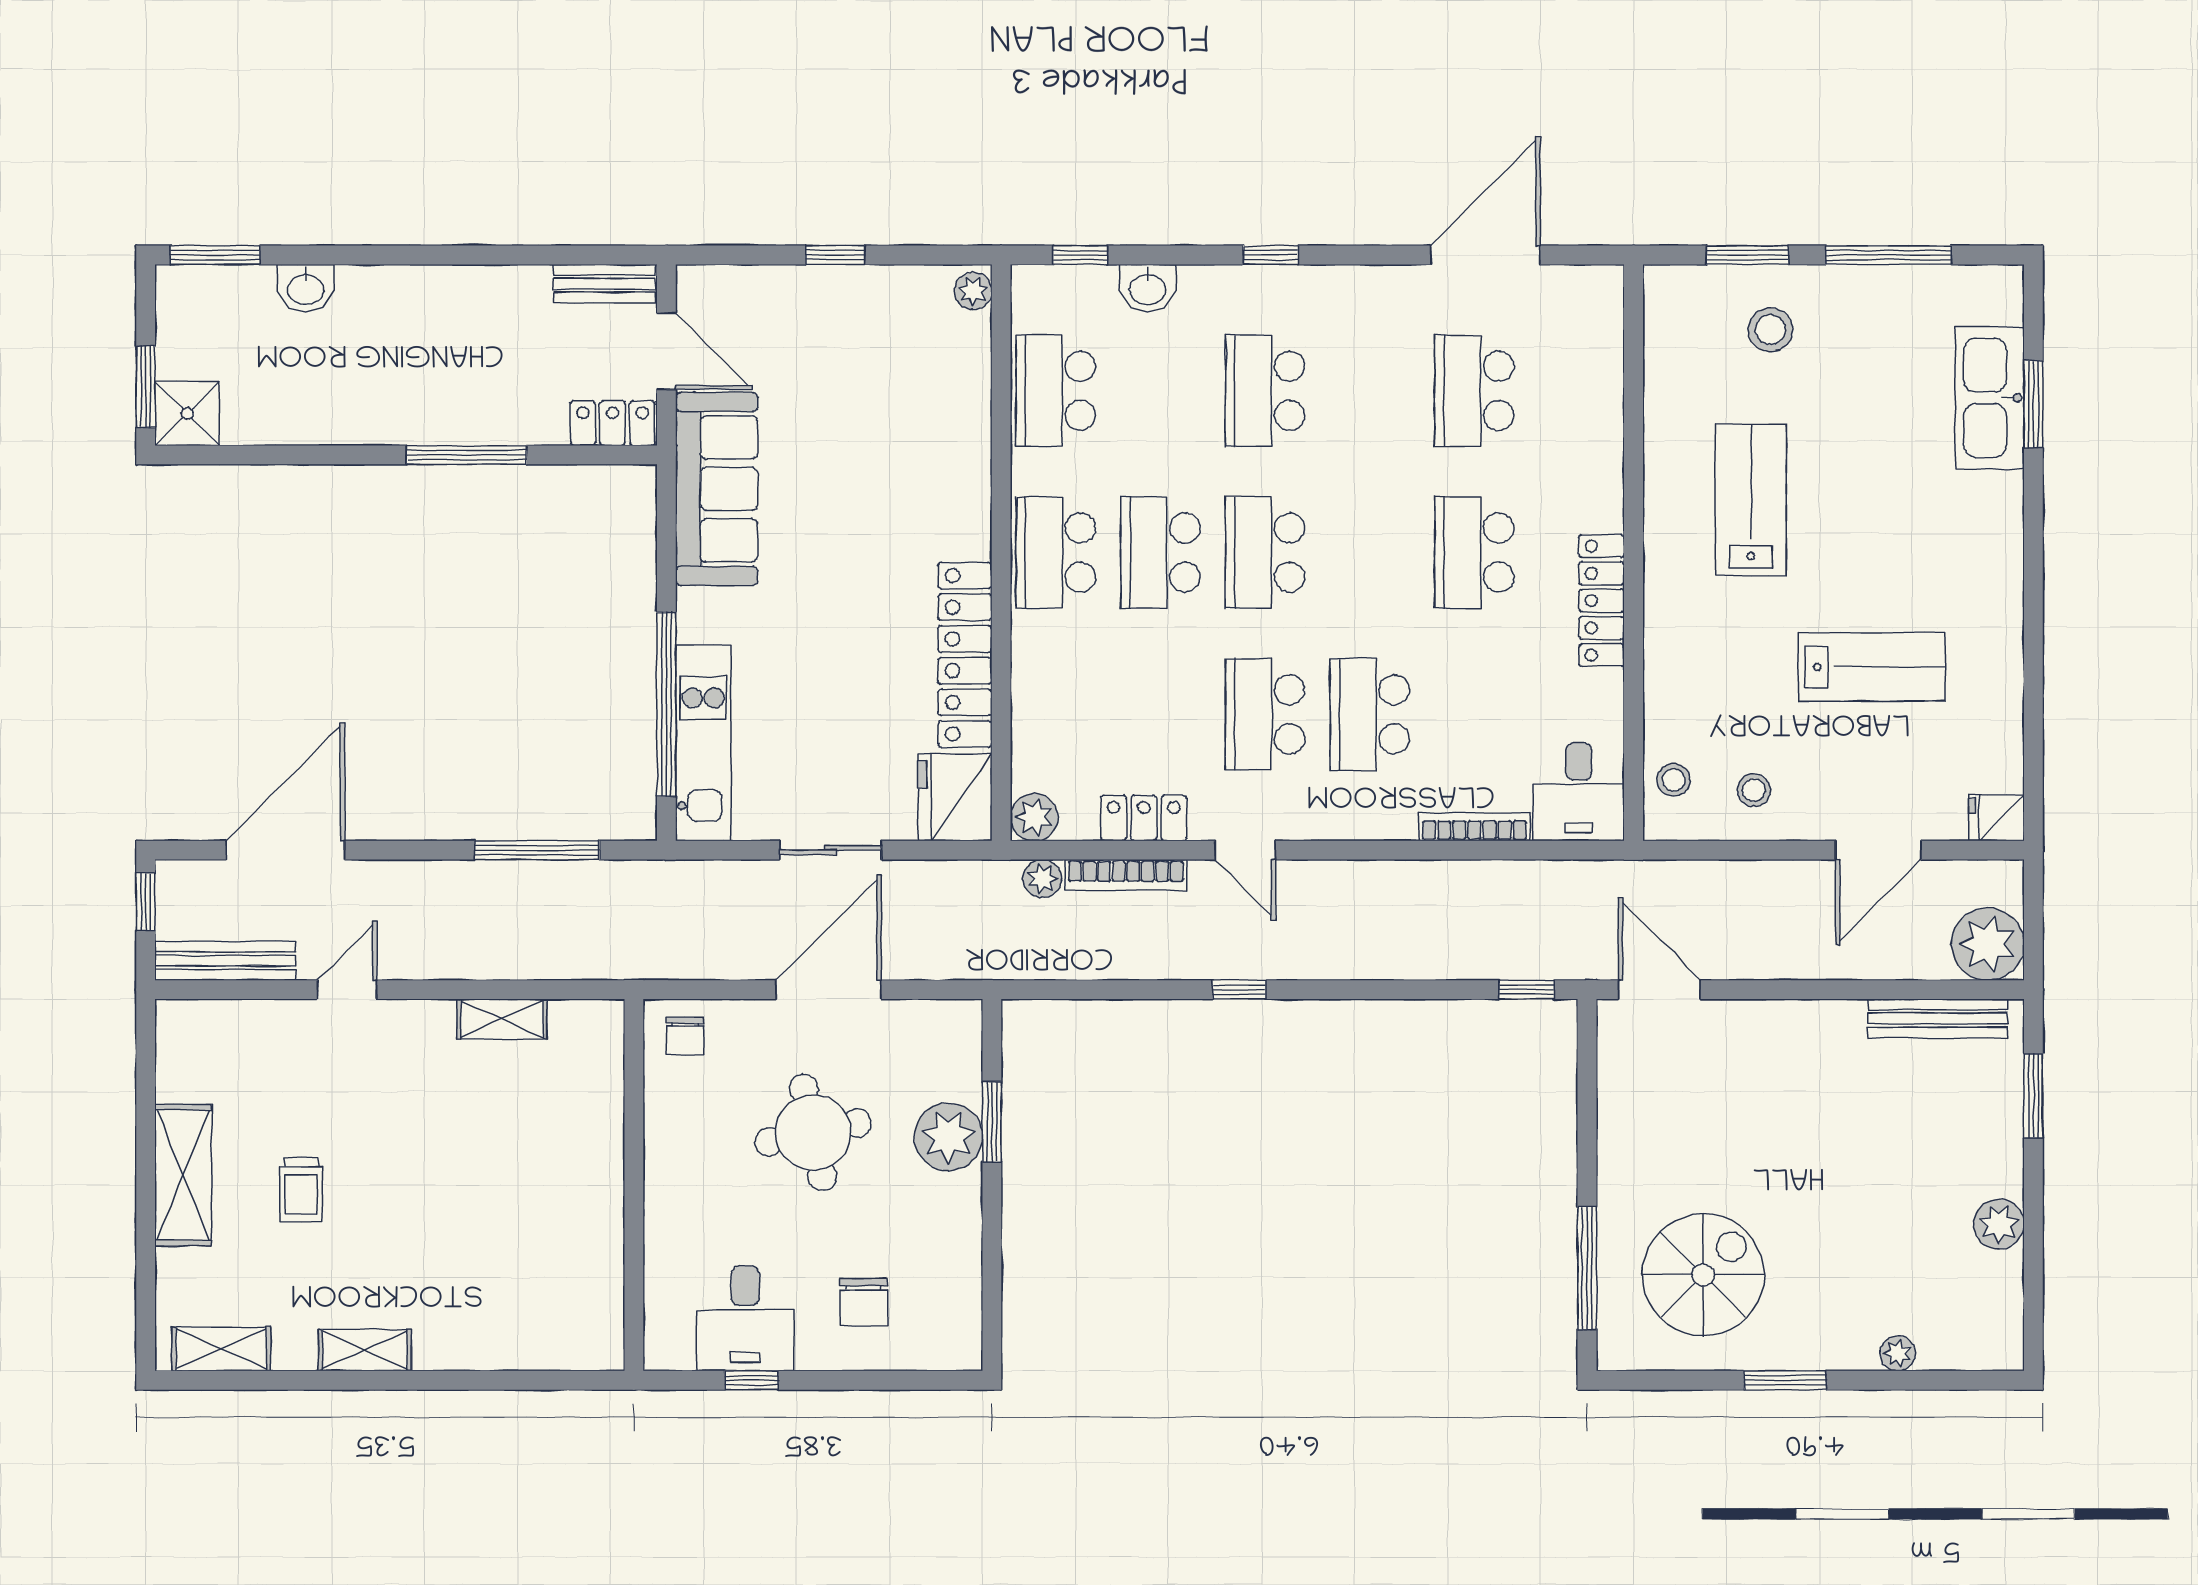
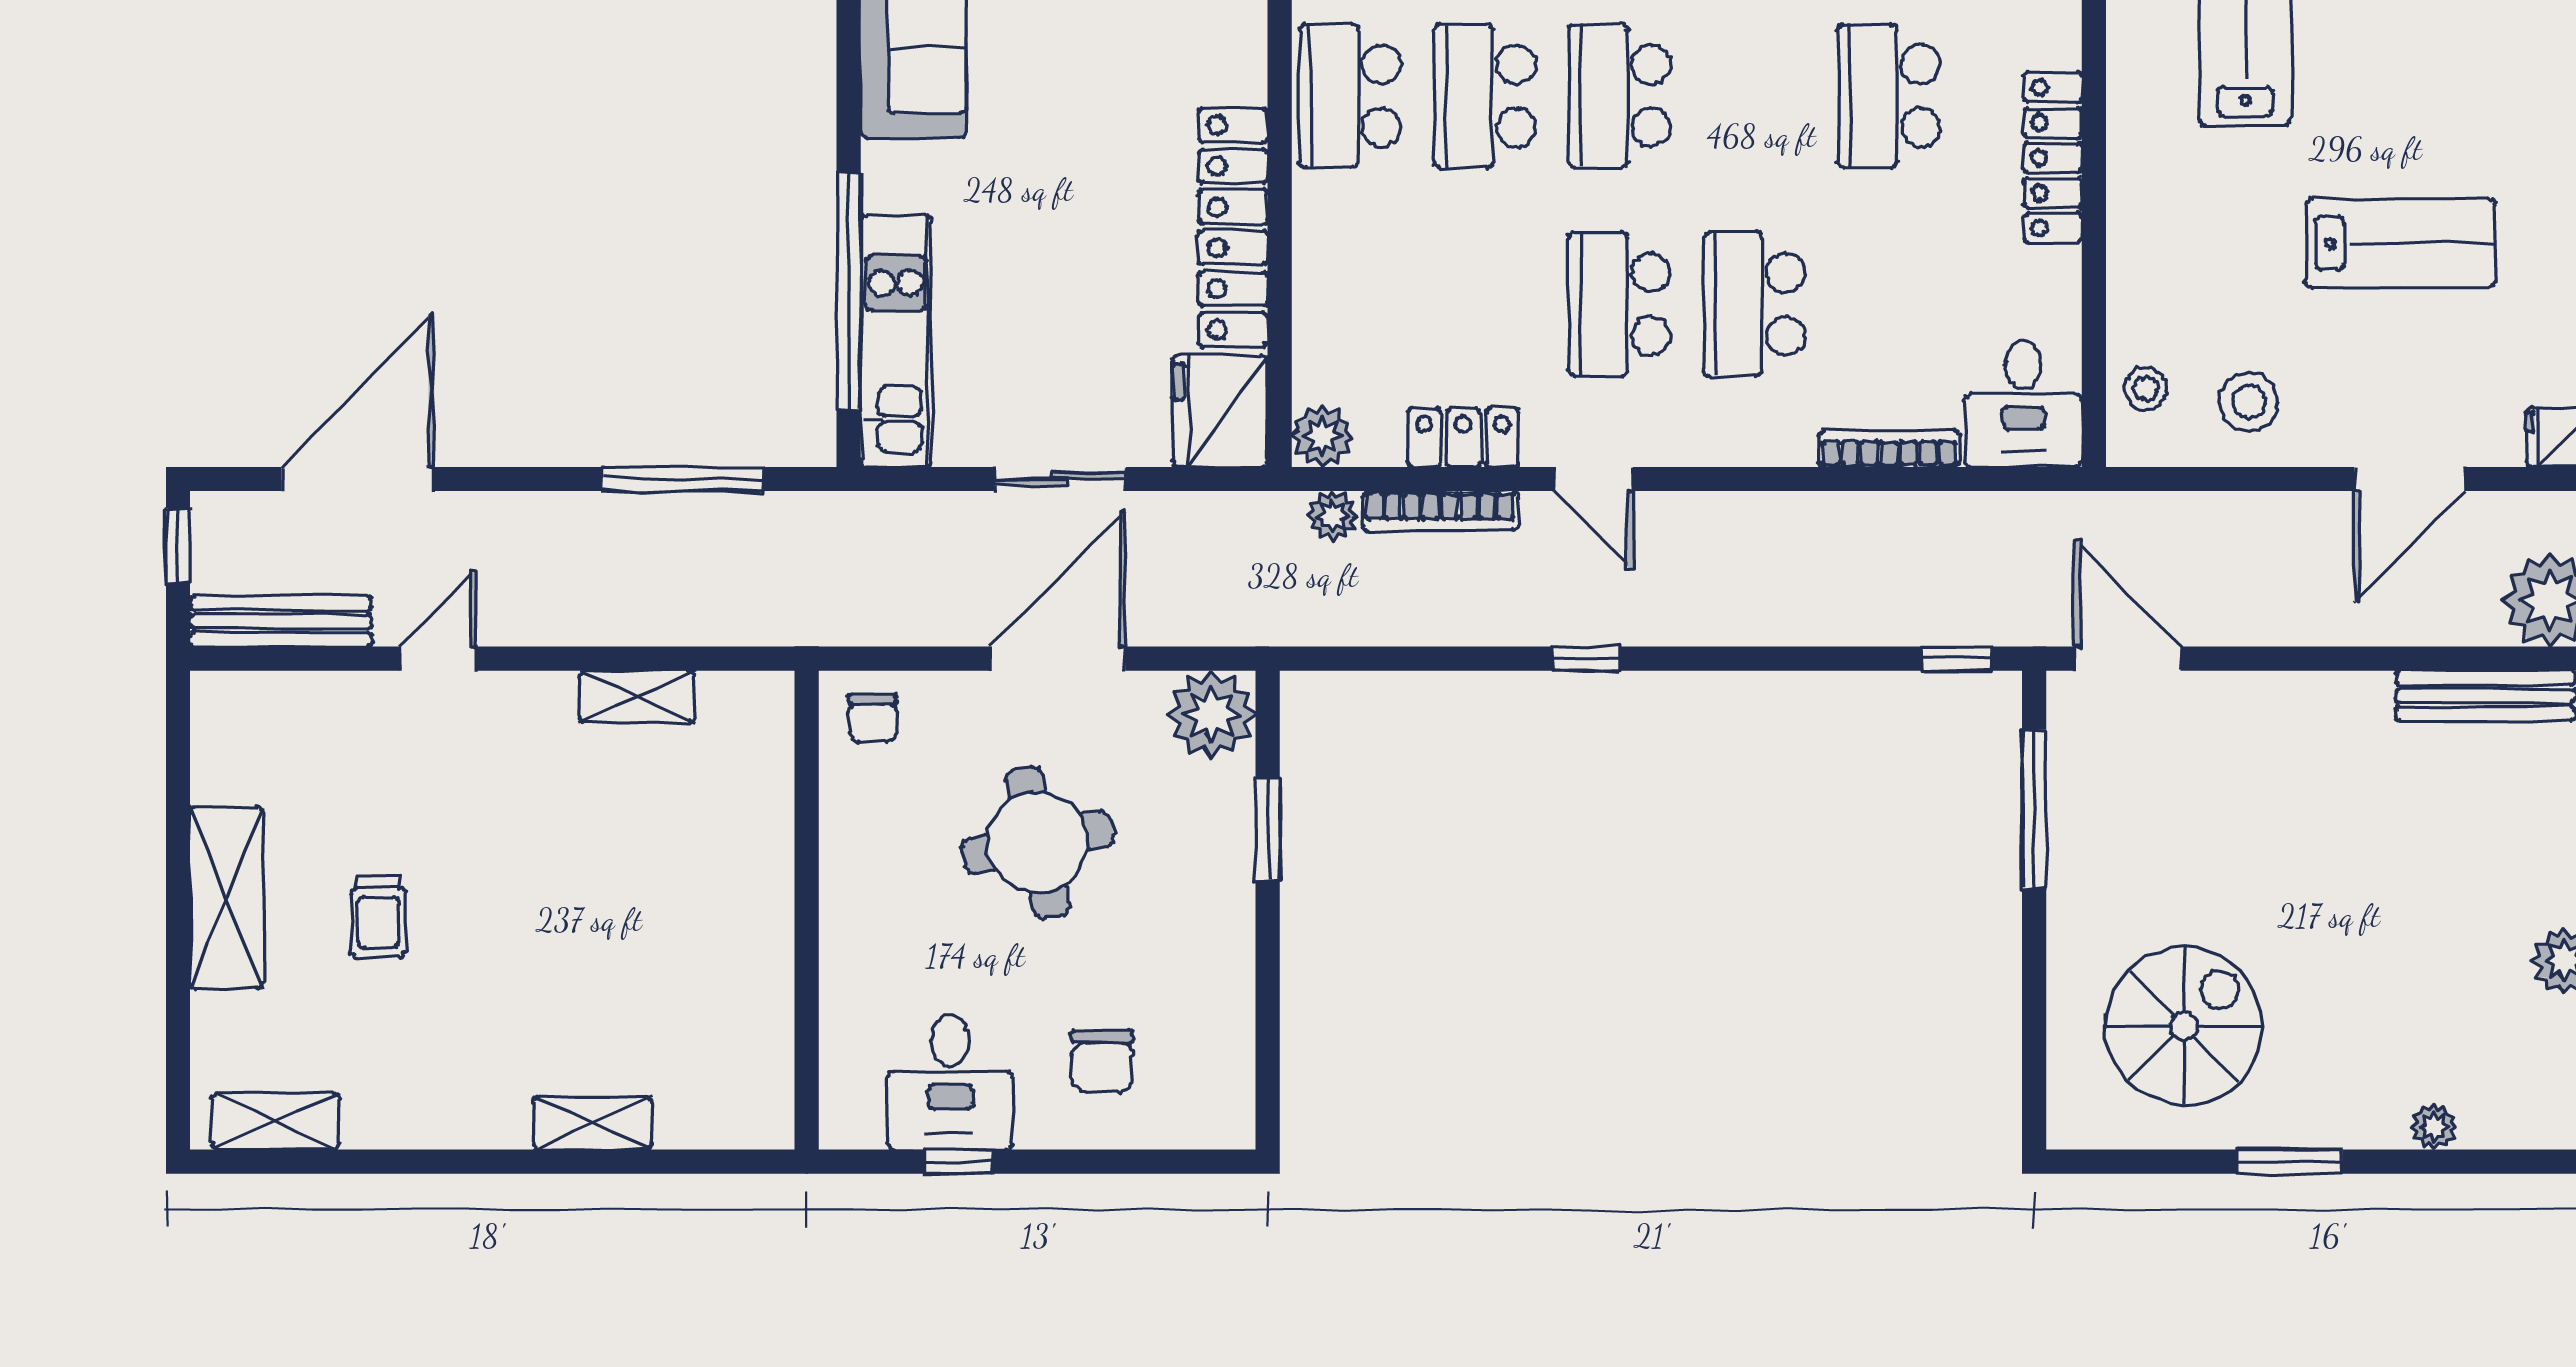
stool: (1754, 790) -> (2249, 402), width x1.37, depth x1.37
plant: (948, 1137) -> (1212, 714), moved
window: (1587, 1268) -> (2034, 809), moved
shelving: (365, 1350) -> (593, 1123), moved

